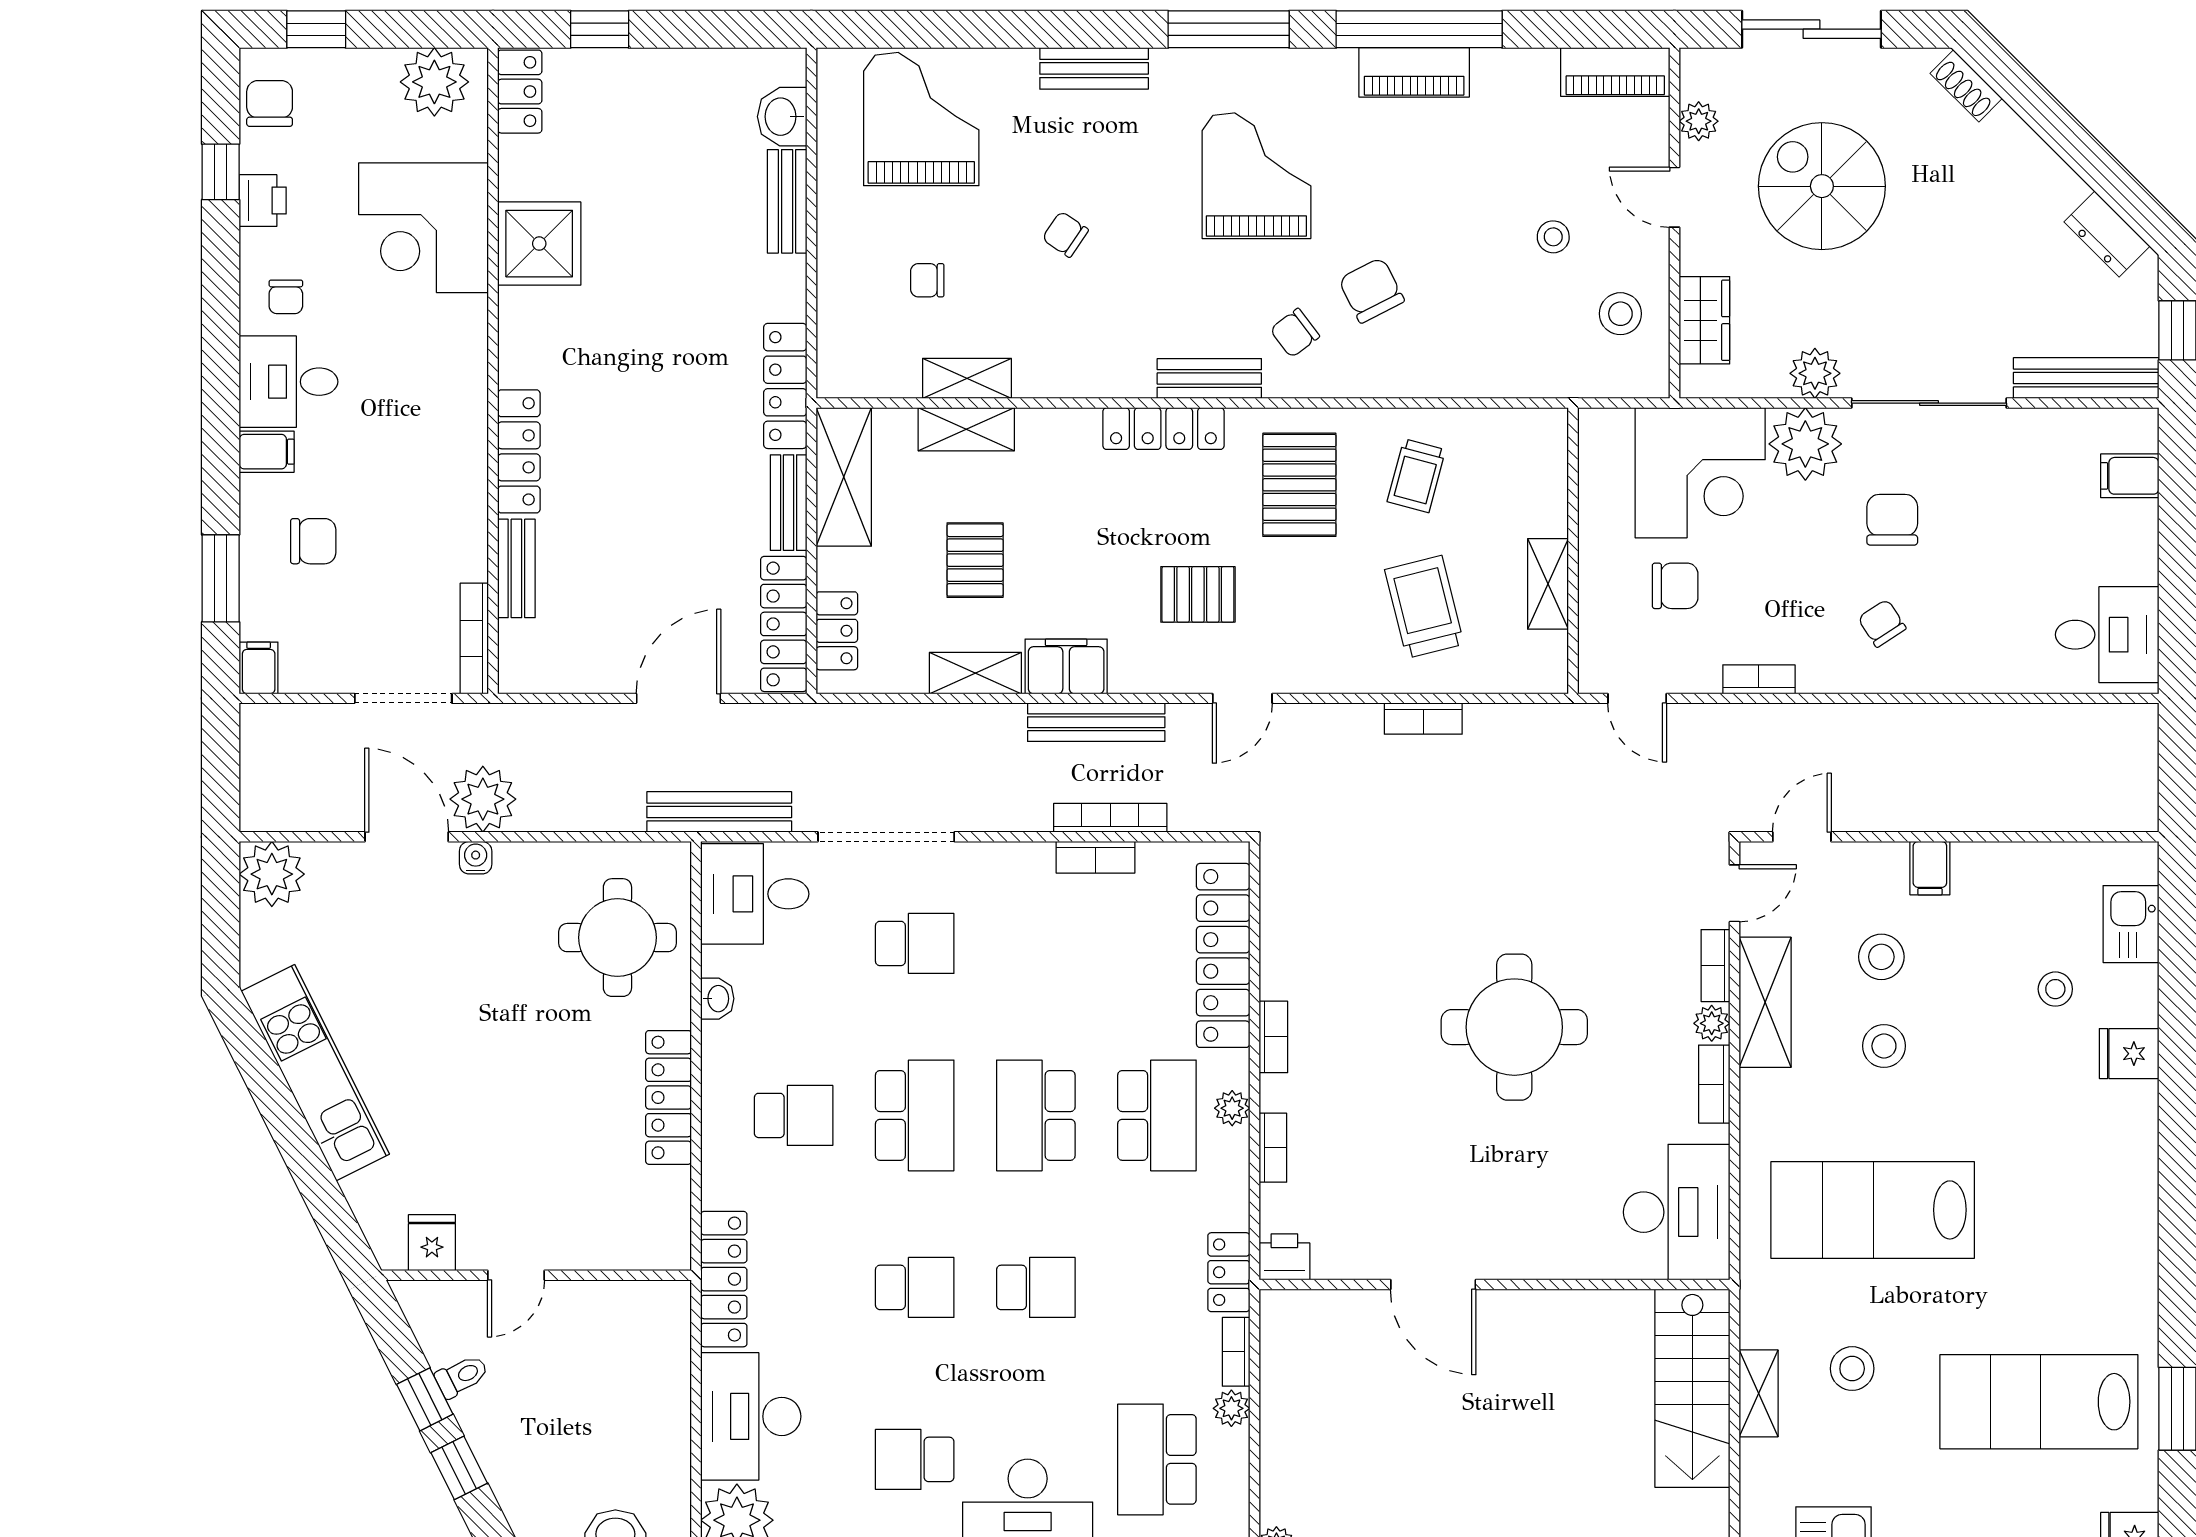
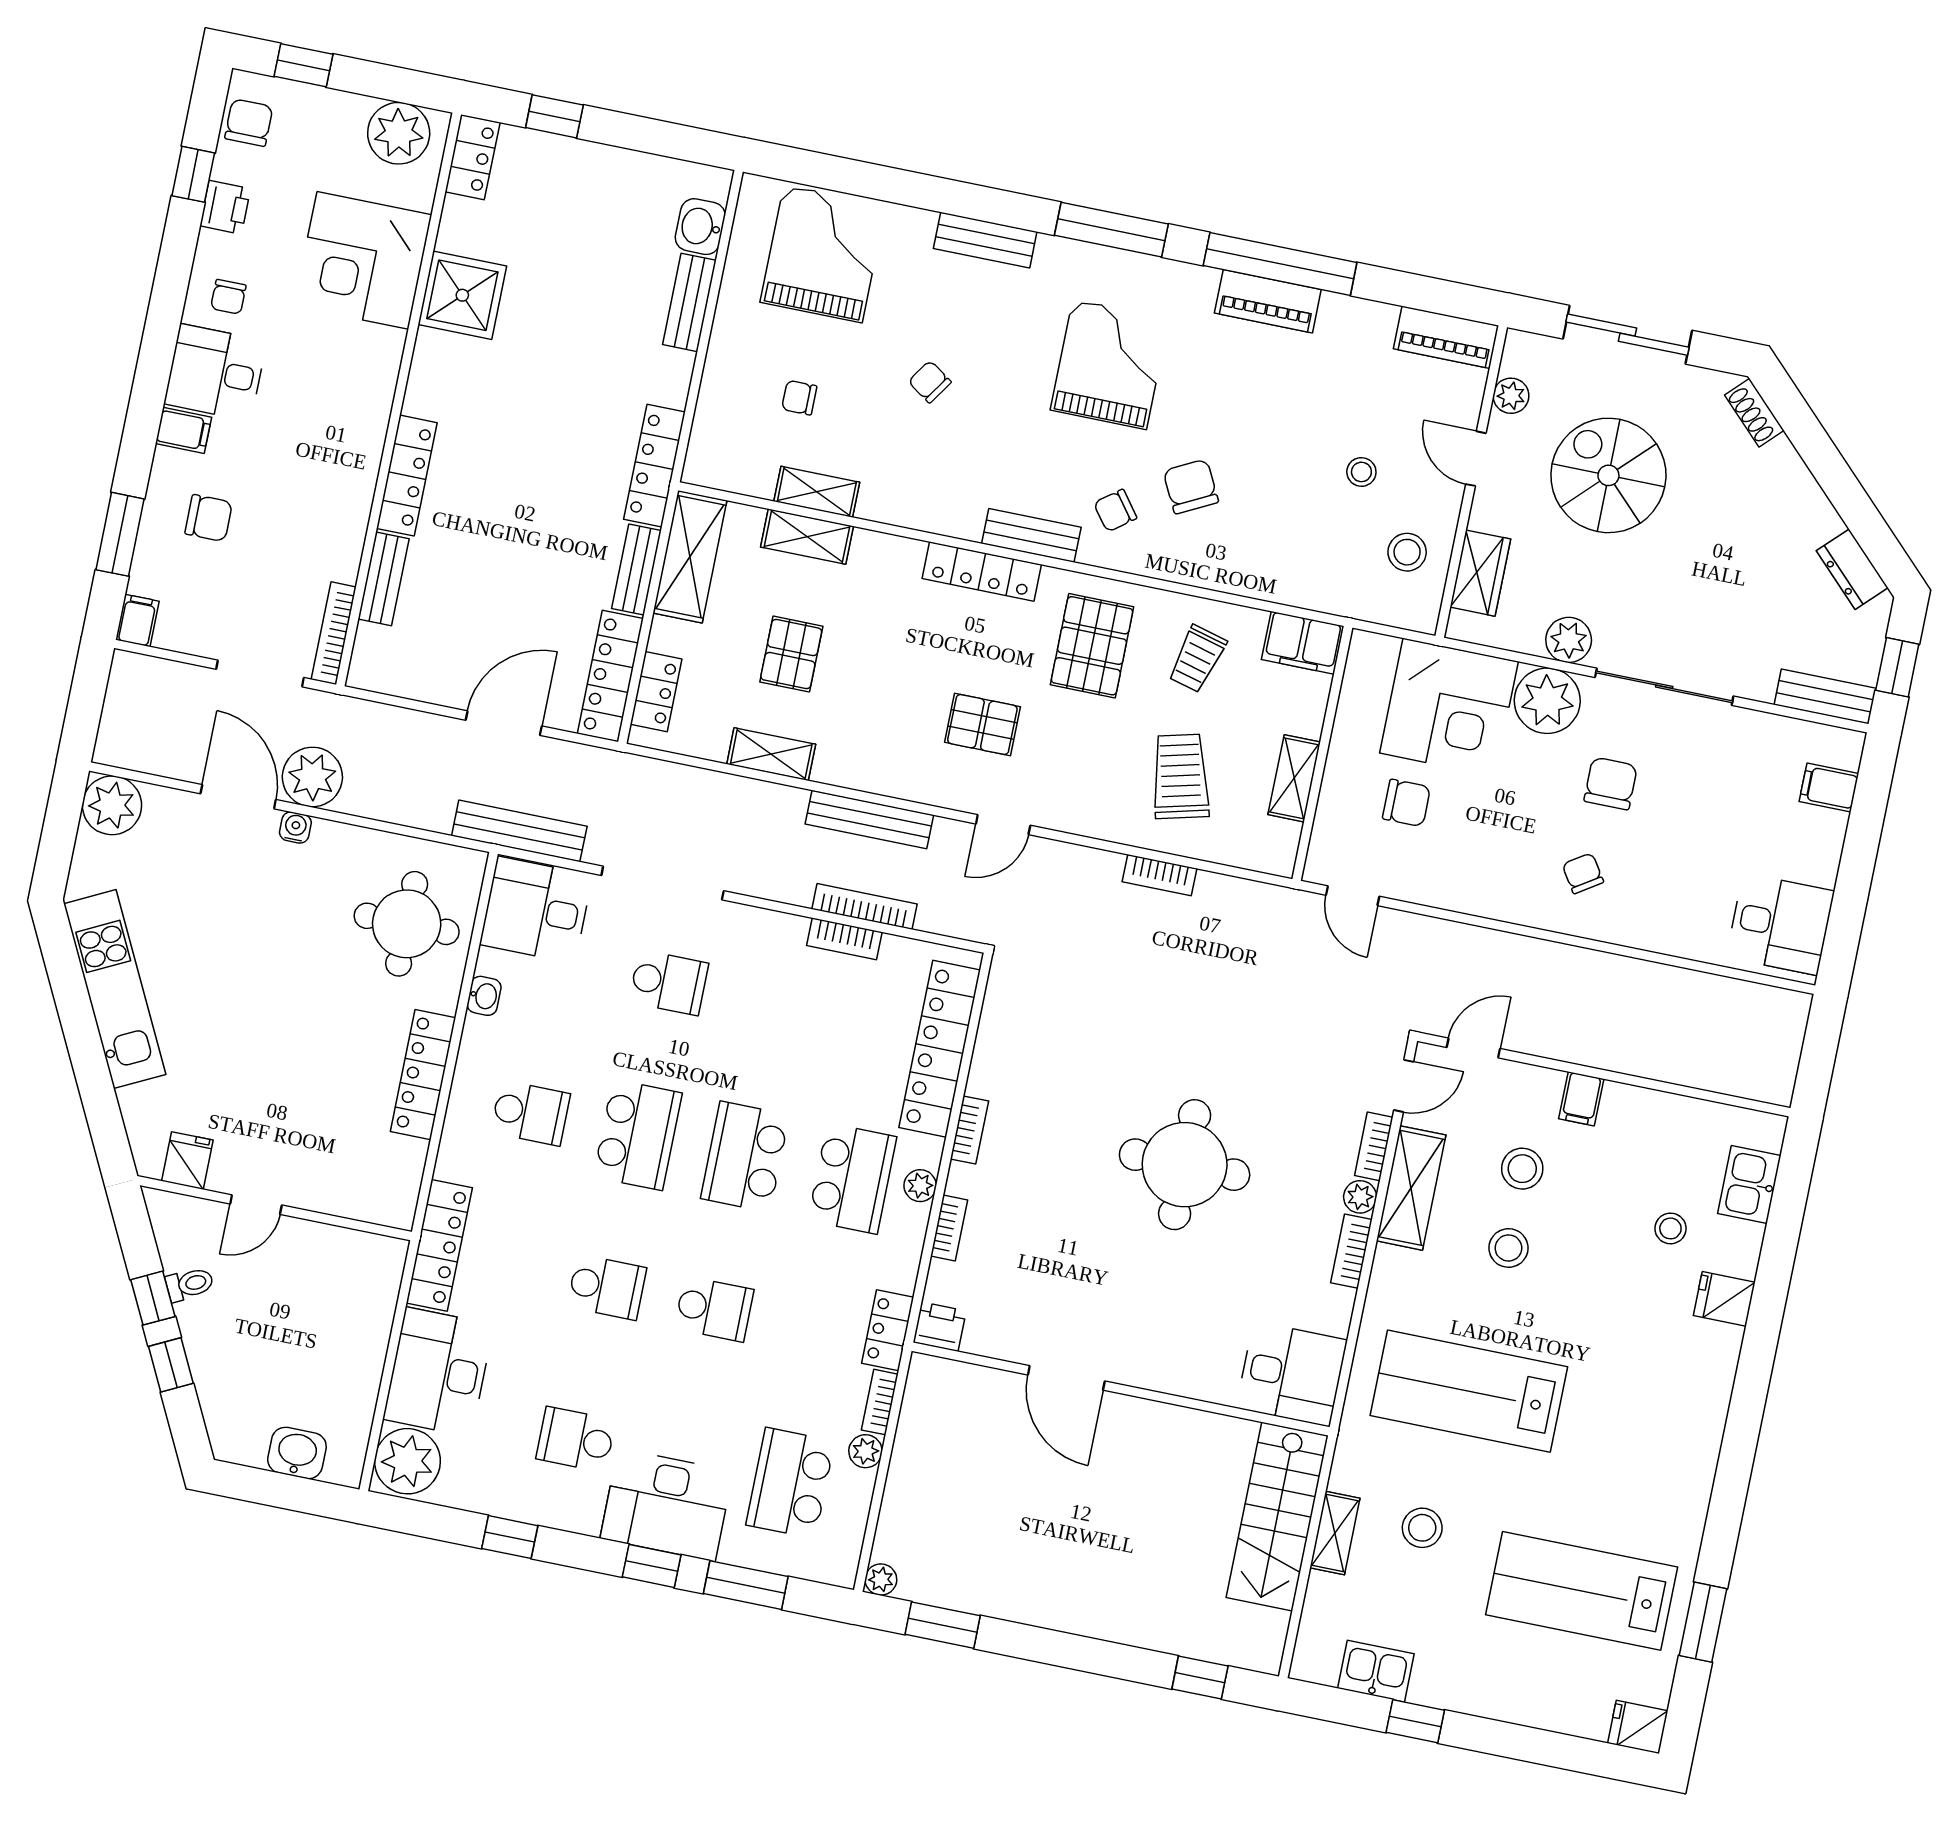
bench: (2086, 378) -> (1825, 696), width x0.73
filing cabinet: (1066, 666) -> (1303, 643), moved, turned 180
bookcase: (1759, 679) -> (1464, 901), removed
desk: (1677, 1212) -> (1292, 1374), width x0.73

